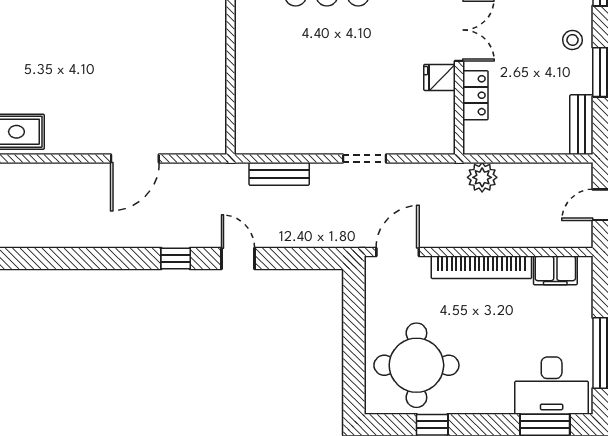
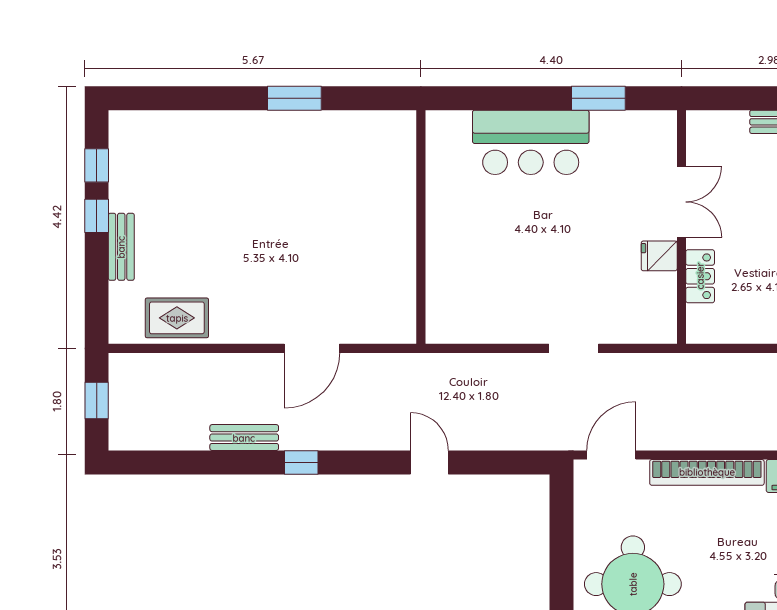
bench: (279, 174) -> (244, 438), moved
plant: (482, 177) -> (708, 370), removed
window: (176, 259) -> (301, 462), moved

